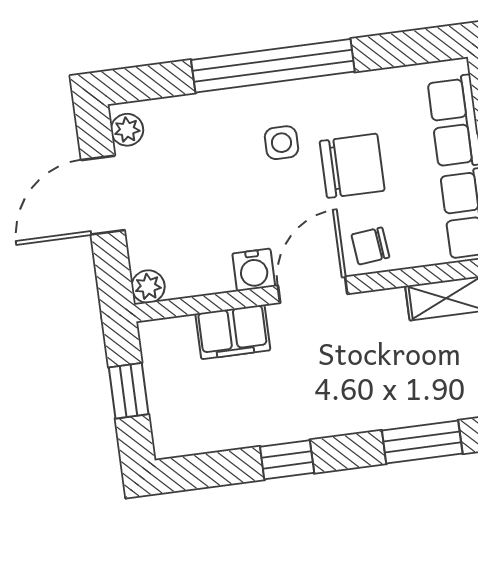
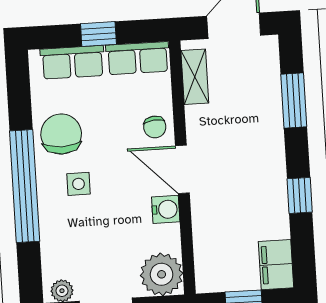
chair: (352, 166) -> (61, 134), moved
plant: (148, 287) -> (162, 274), width x1.87, depth x1.87
filing cabinet: (233, 332) -> (276, 265), moved, turned 180

